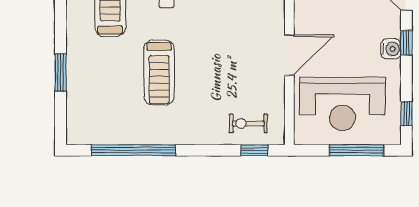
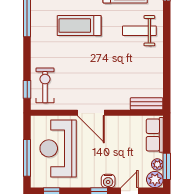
water cooler: (391, 49) -> (108, 181), moved
exercise bike: (248, 123) -> (45, 85), width x1.38, depth x1.39

